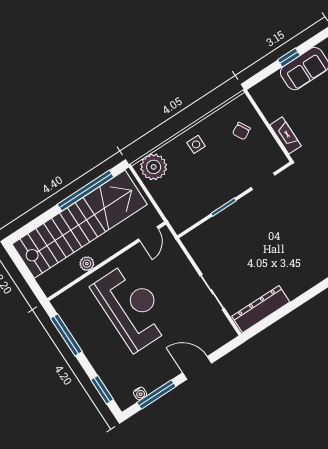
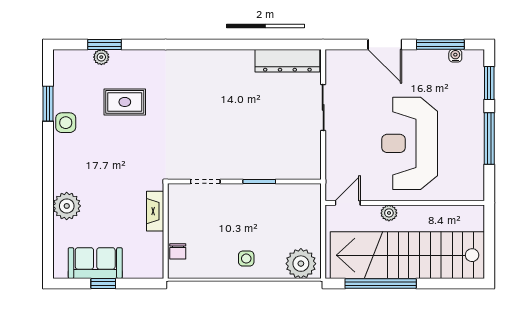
chair: (241, 131) -> (178, 251), moved, turned 119
plant: (87, 264) -> (389, 213), moved
window: (66, 335) -> (489, 139), moved

